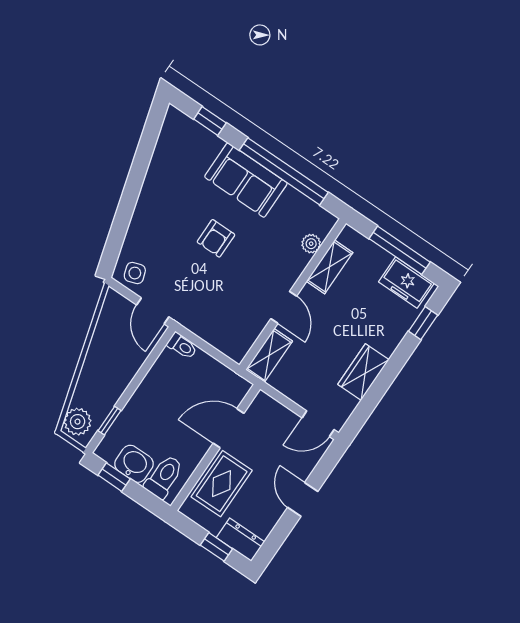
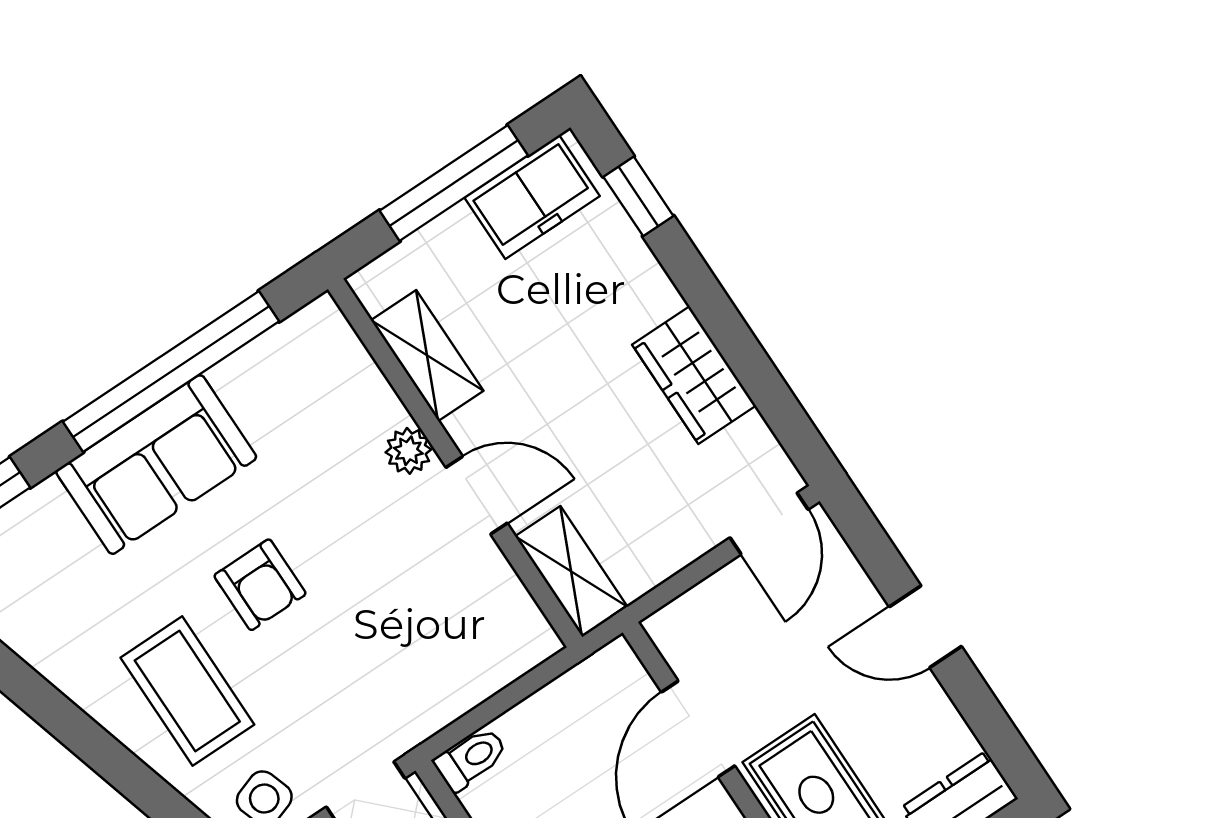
coffee table: (164, 227) -> (187, 691), added
plant: (311, 244) -> (408, 451), moved

